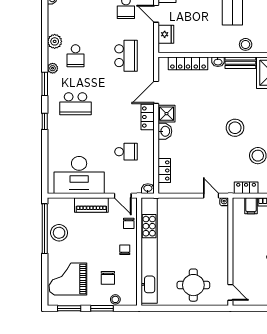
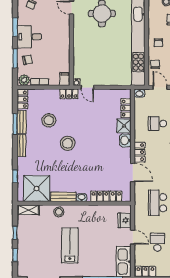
door: (156, 92) -> (133, 172), hinge flipped
shower: (166, 114) -> (124, 126), moved
locker: (246, 188) -> (69, 94), moved
filing cabinet: (251, 206) -> (65, 79), moved

